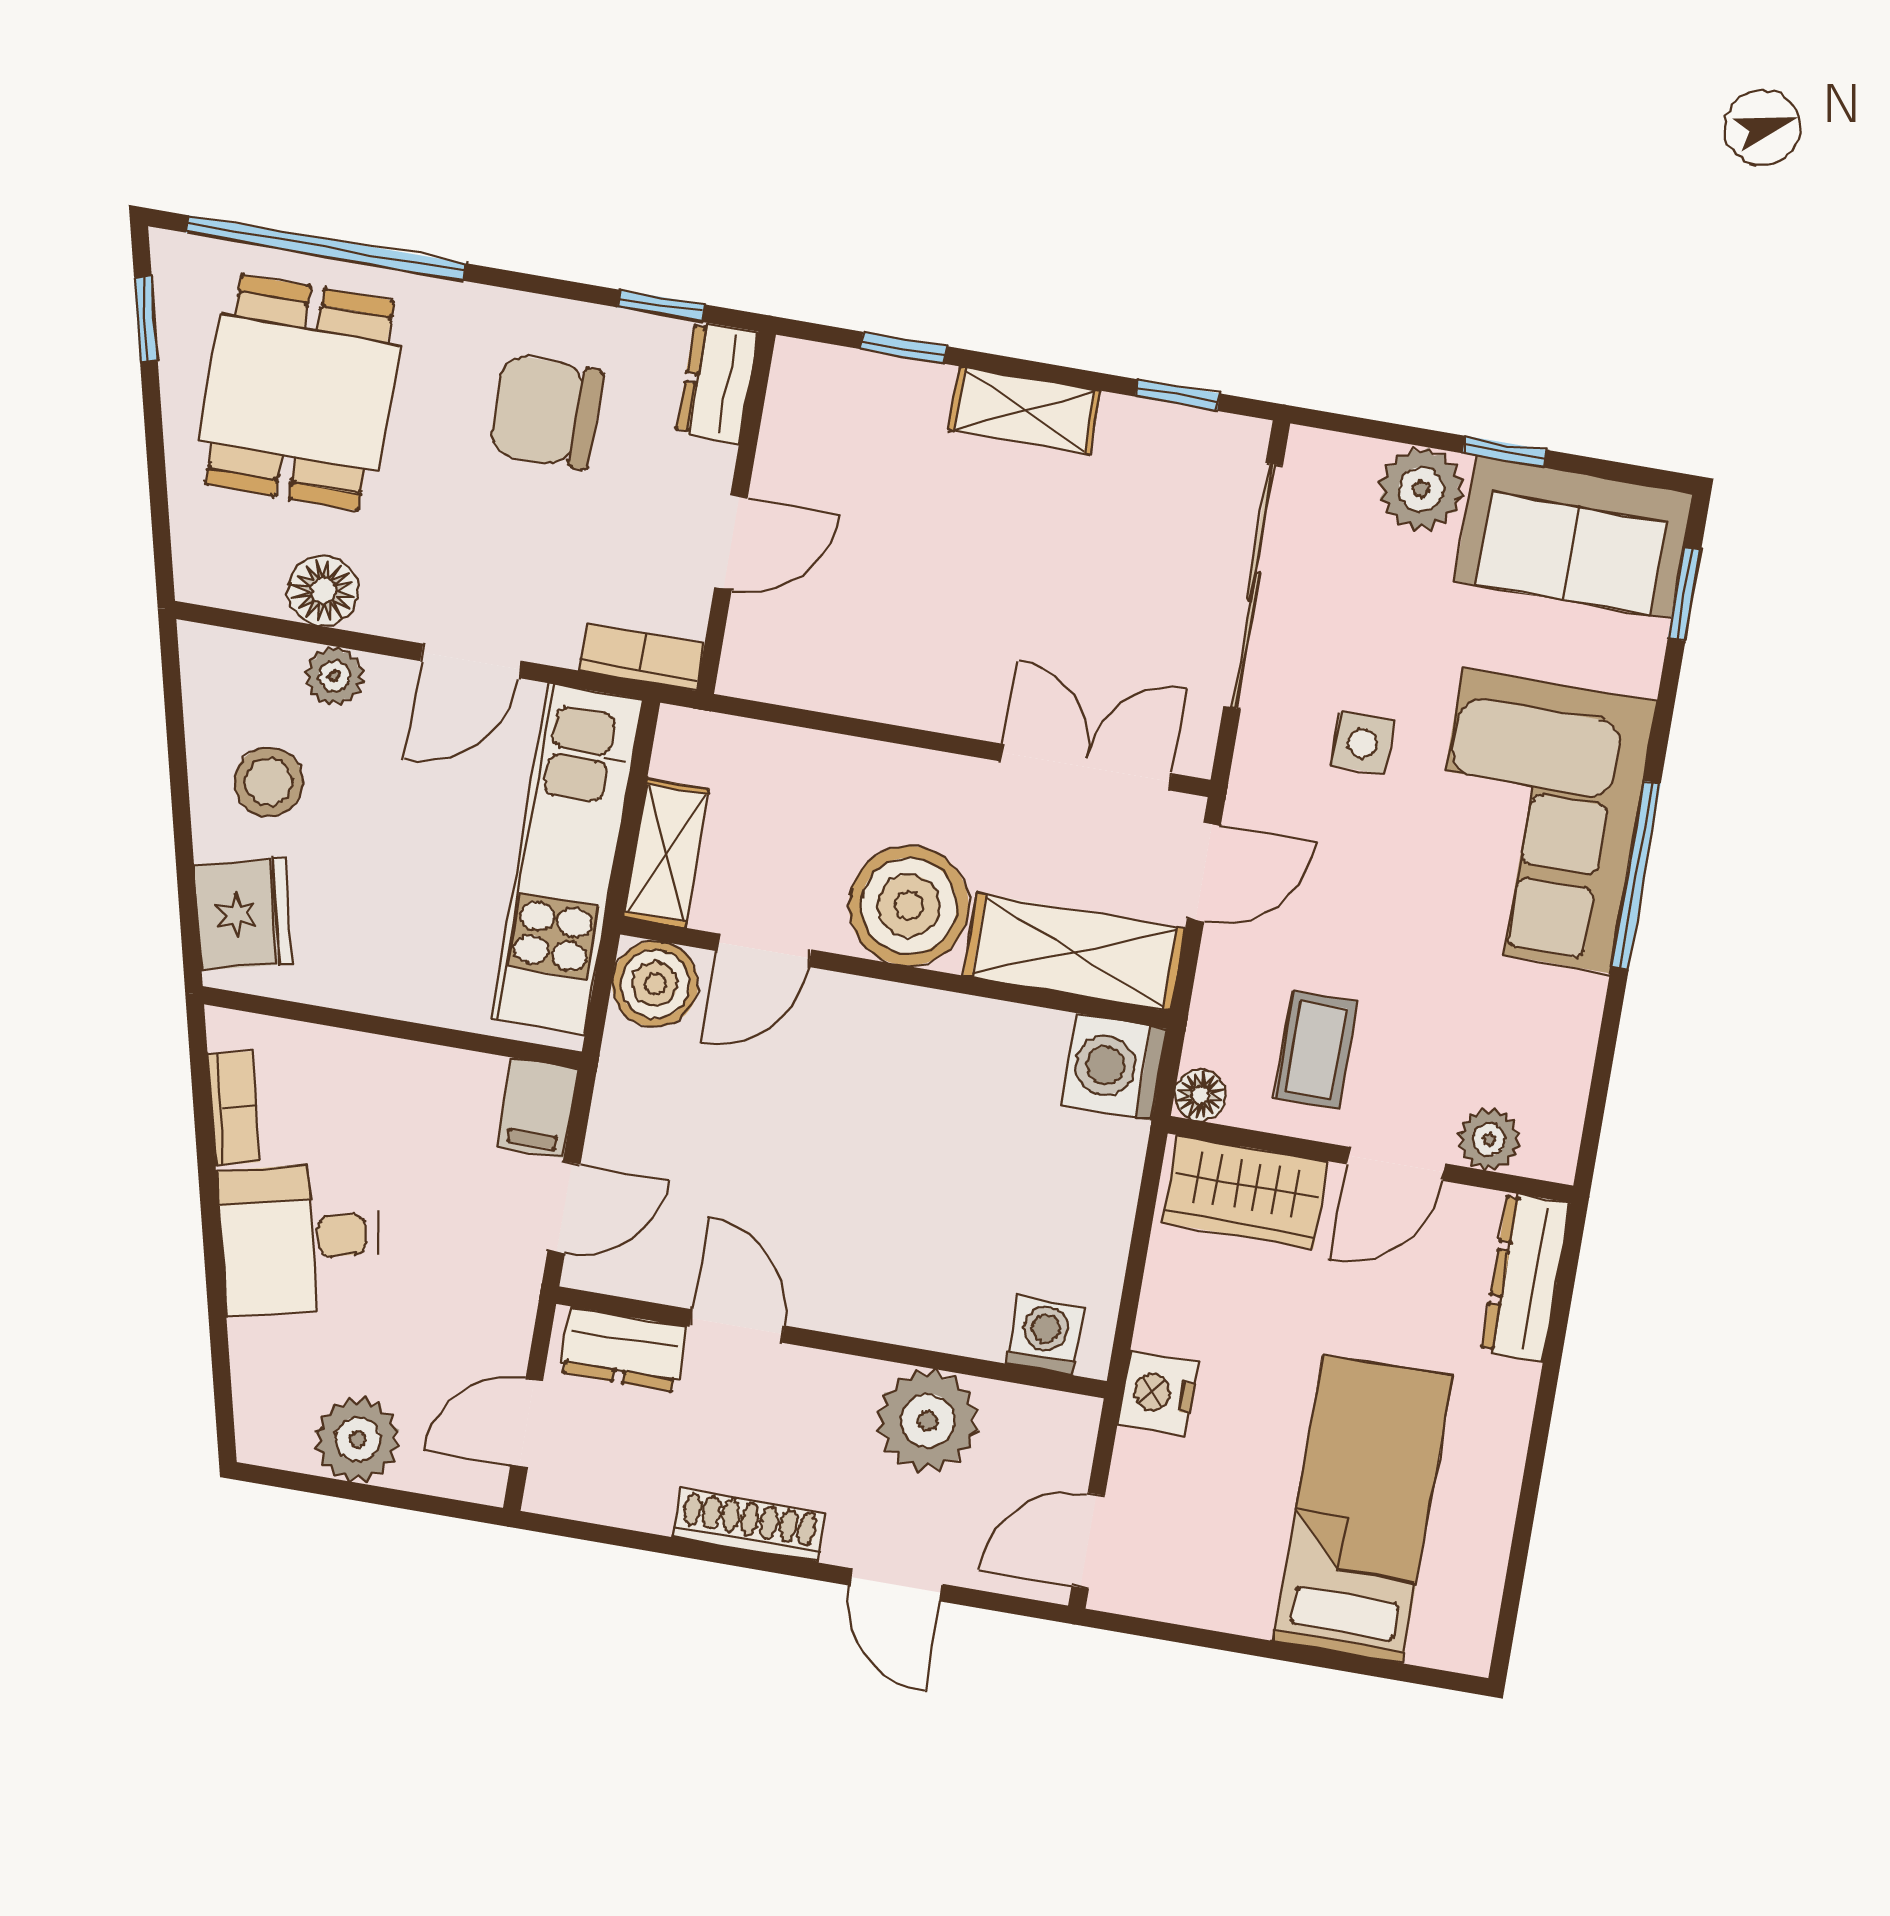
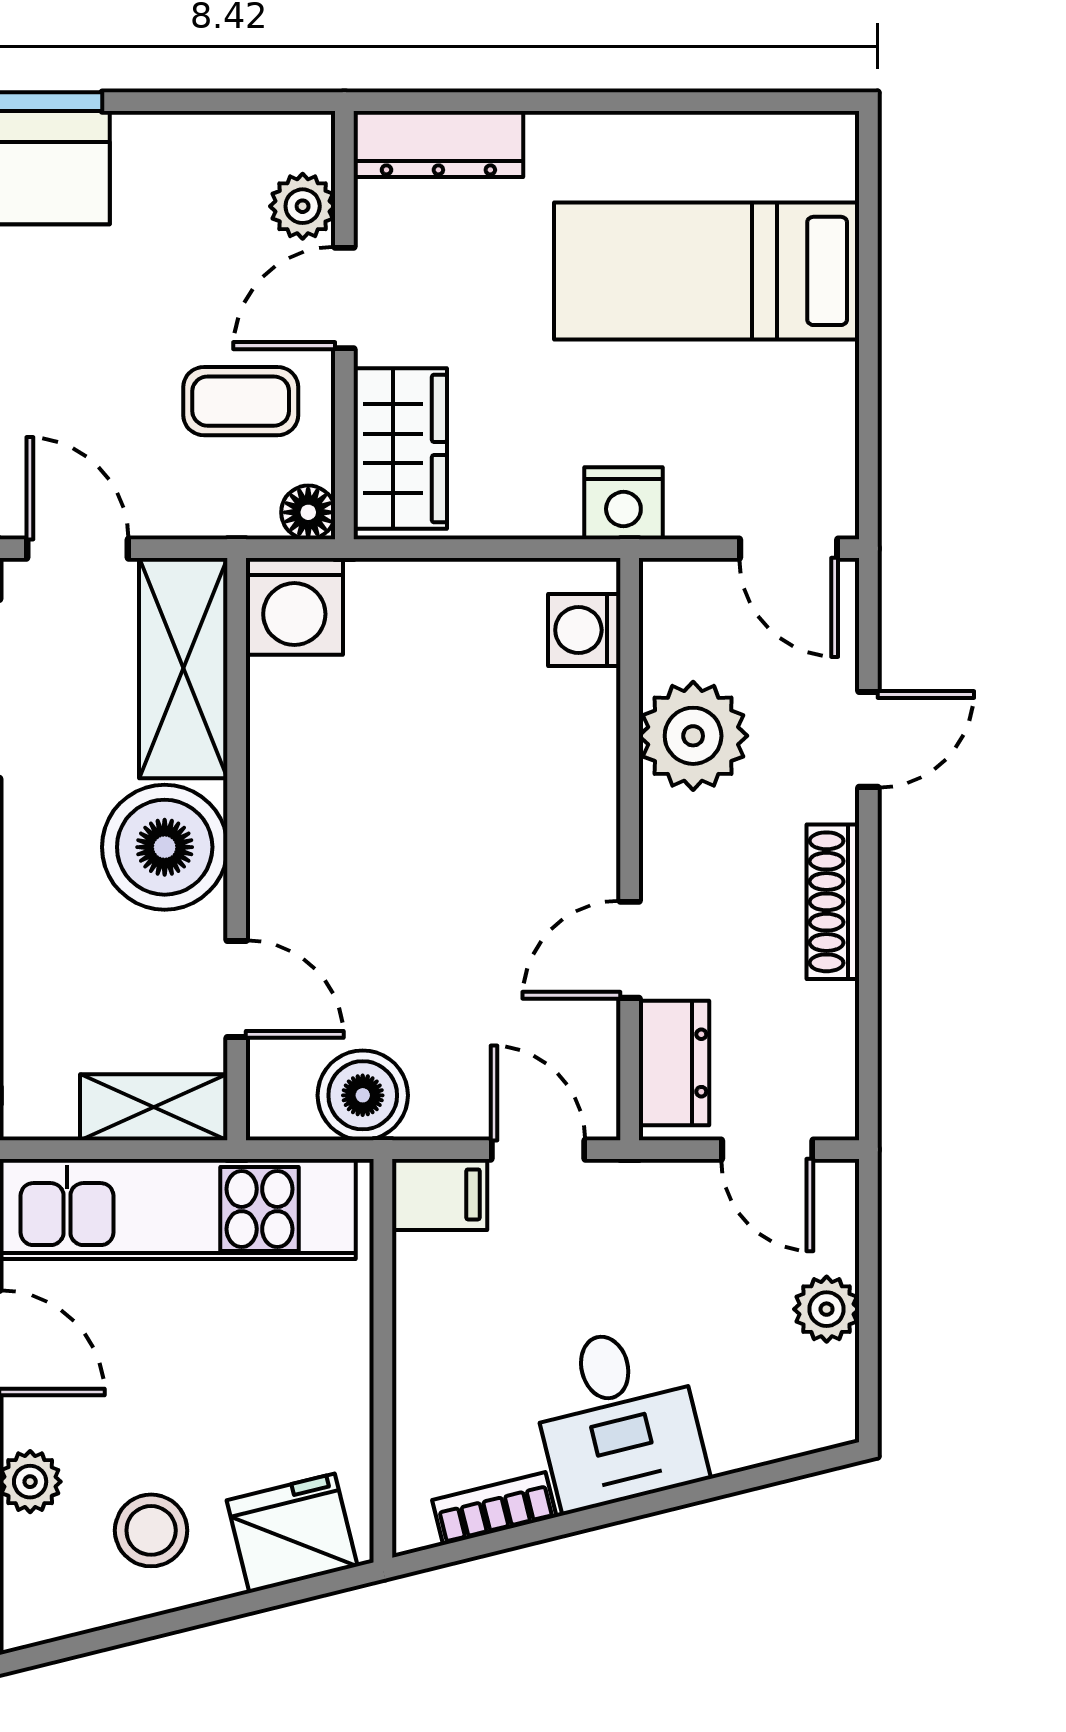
boiler: (655, 984) -> (363, 1095), moved
door: (1396, 1164) -> (344, 298), swing flipped
plant: (358, 1439) -> (827, 1309), width x0.73, depth x0.73

